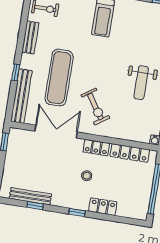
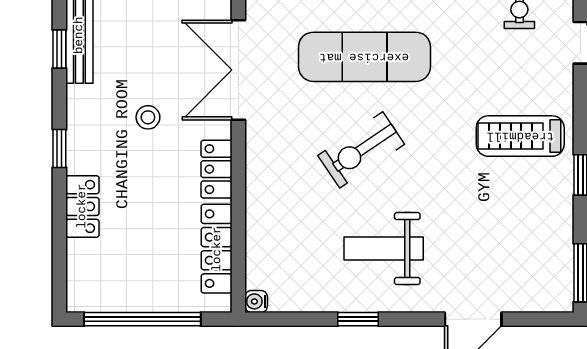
exercise bike: (95, 107) -> (361, 150), moved
double door: (56, 132) -> (238, 70), swing flipped
stool: (87, 176) -> (148, 117), moved

